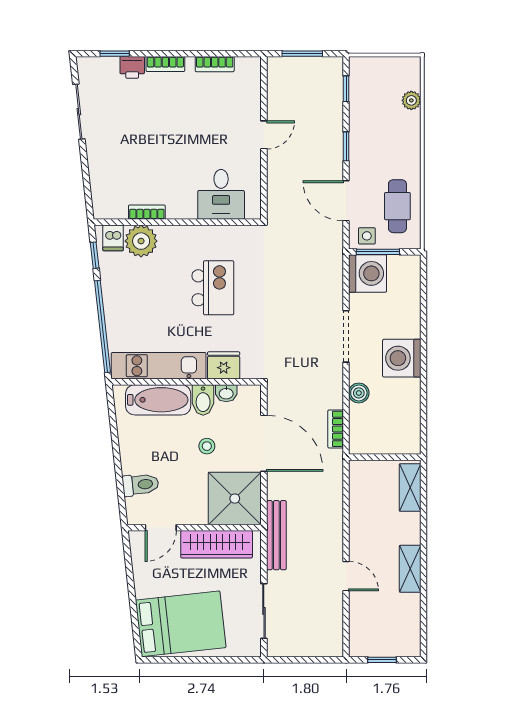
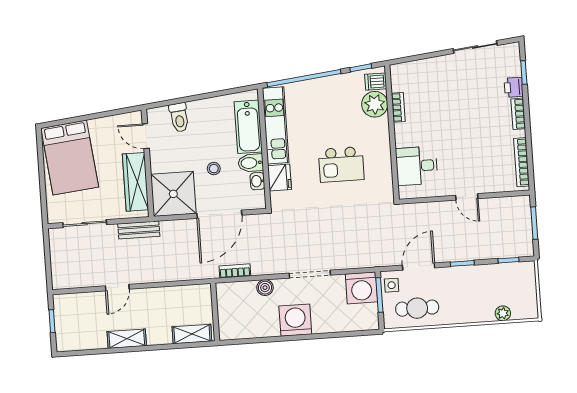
bookcase: (215, 64) -> (522, 162), width x1.56
bench: (276, 535) -> (139, 230), width x0.73

